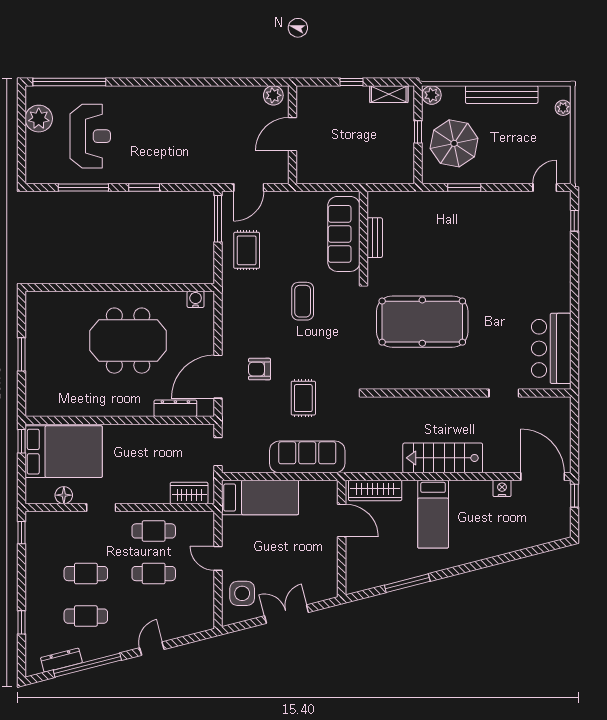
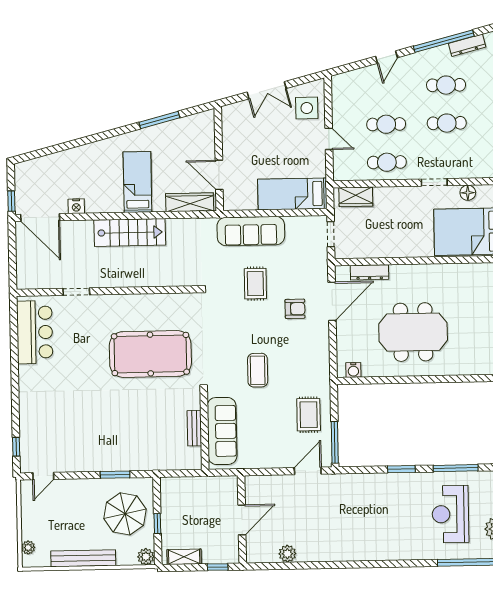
door: (293, 134) -> (242, 520), moved
wall: (293, 135) -> (242, 519), moved

